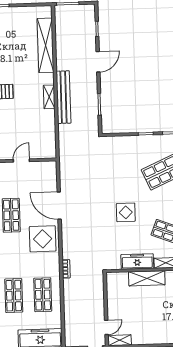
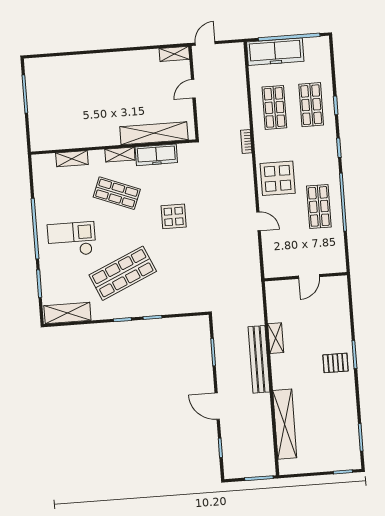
door: (98, 62) -> (217, 406), hinge flipped
shelving: (49, 97) -> (276, 338), moved
door: (59, 206) -> (258, 221), width x0.53
shelving: (147, 278) -> (154, 133), width x1.47
door: (106, 327) -> (193, 89), moved

